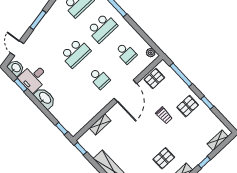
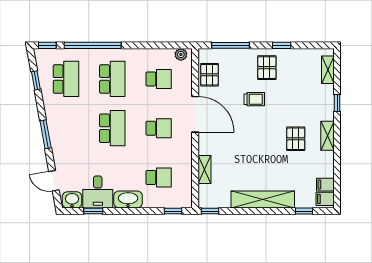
school desk: (72, 103) -> (159, 177), added

